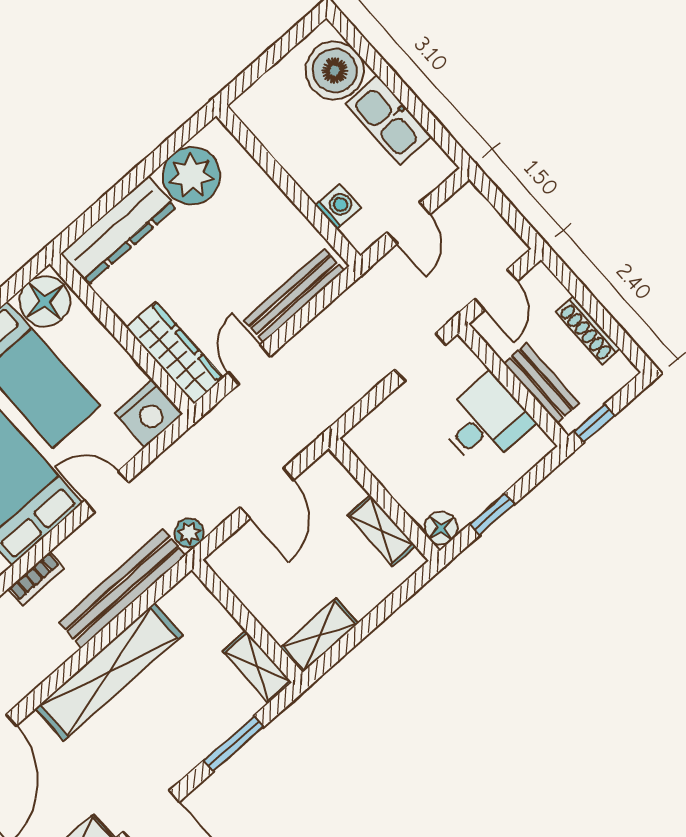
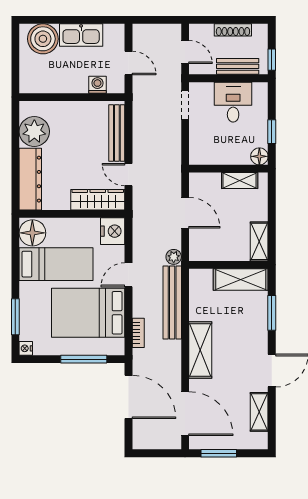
shelving: (257, 667) -> (241, 280), width x1.50, depth x1.33
shelving: (109, 672) -> (200, 350), width x0.68

